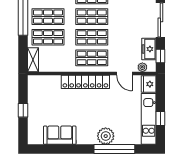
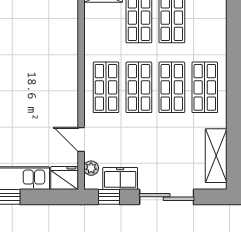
door: (124, 74) -> (81, 139), hinge flipped
locker: (85, 82) -> (68, 77), removed

